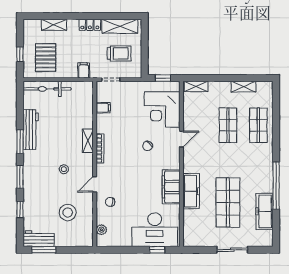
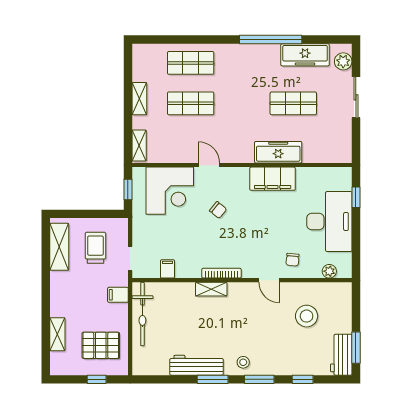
locker: (90, 25) -> (57, 287), removed
shelving: (244, 87) -> (139, 99), moved
bicycle: (47, 89) -> (142, 314), moved
stool: (64, 169) -> (243, 362), moved
shop shelf: (228, 203) -> (293, 103), width x0.70, depth x0.74
desk: (155, 230) -> (329, 221), moved
plant: (259, 240) -> (343, 61), added

